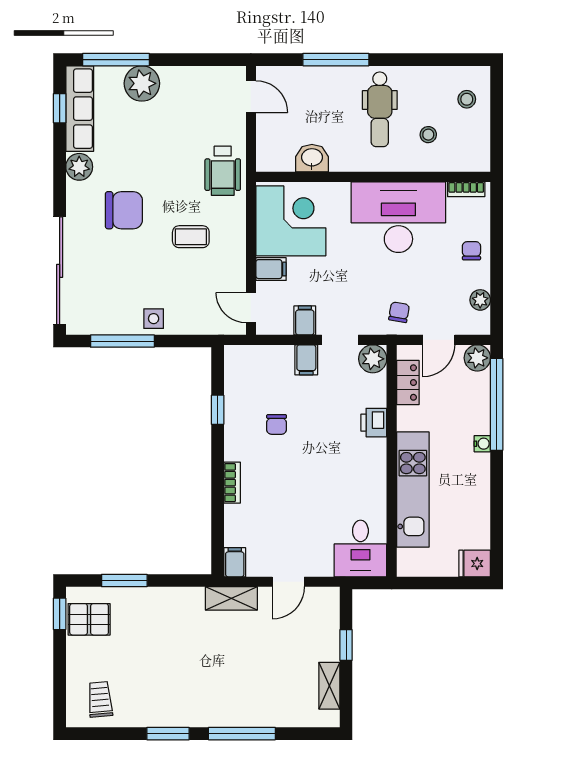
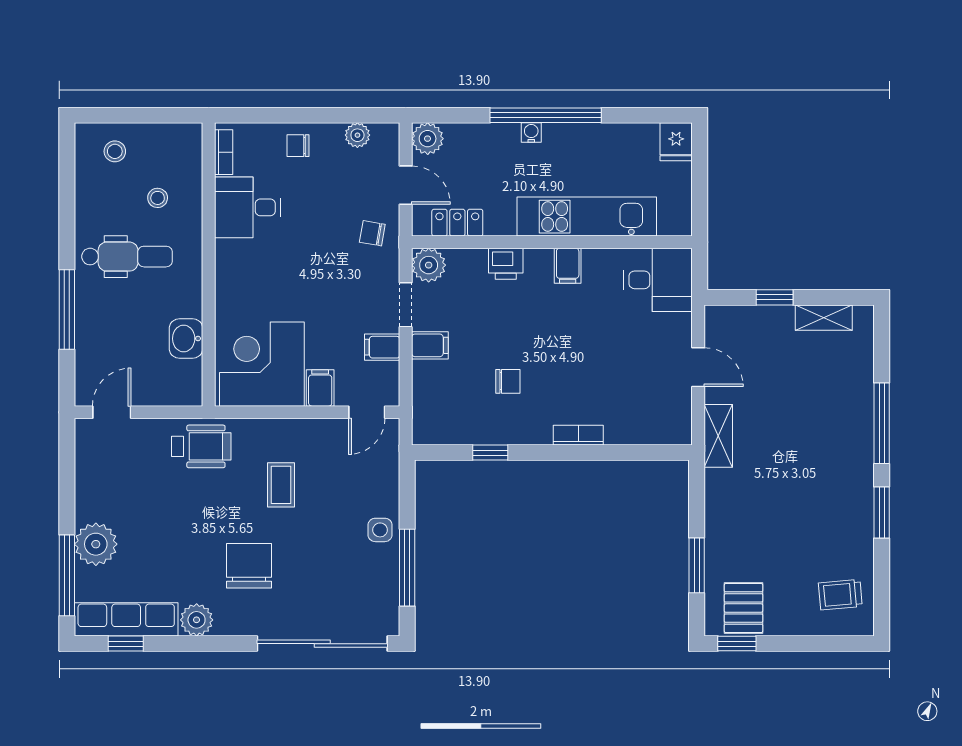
desk: (398, 217) -> (248, 207), width x0.53, depth x0.77
window: (497, 404) -> (546, 115), moved
filing cabinet: (235, 562) -> (568, 266), moved, turned -90

